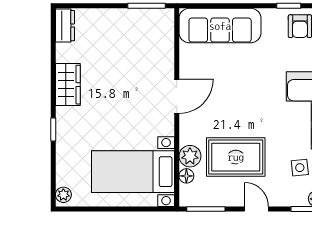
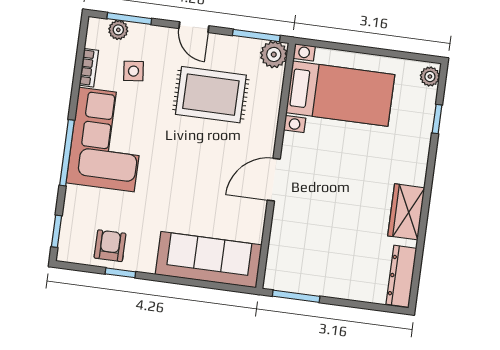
dresser: (65, 26) -> (401, 276), width x1.44
window: (53, 129) -> (437, 119), moved
plant: (190, 156) -> (274, 54), moved
floor lamp: (186, 176) -> (275, 79), removed

